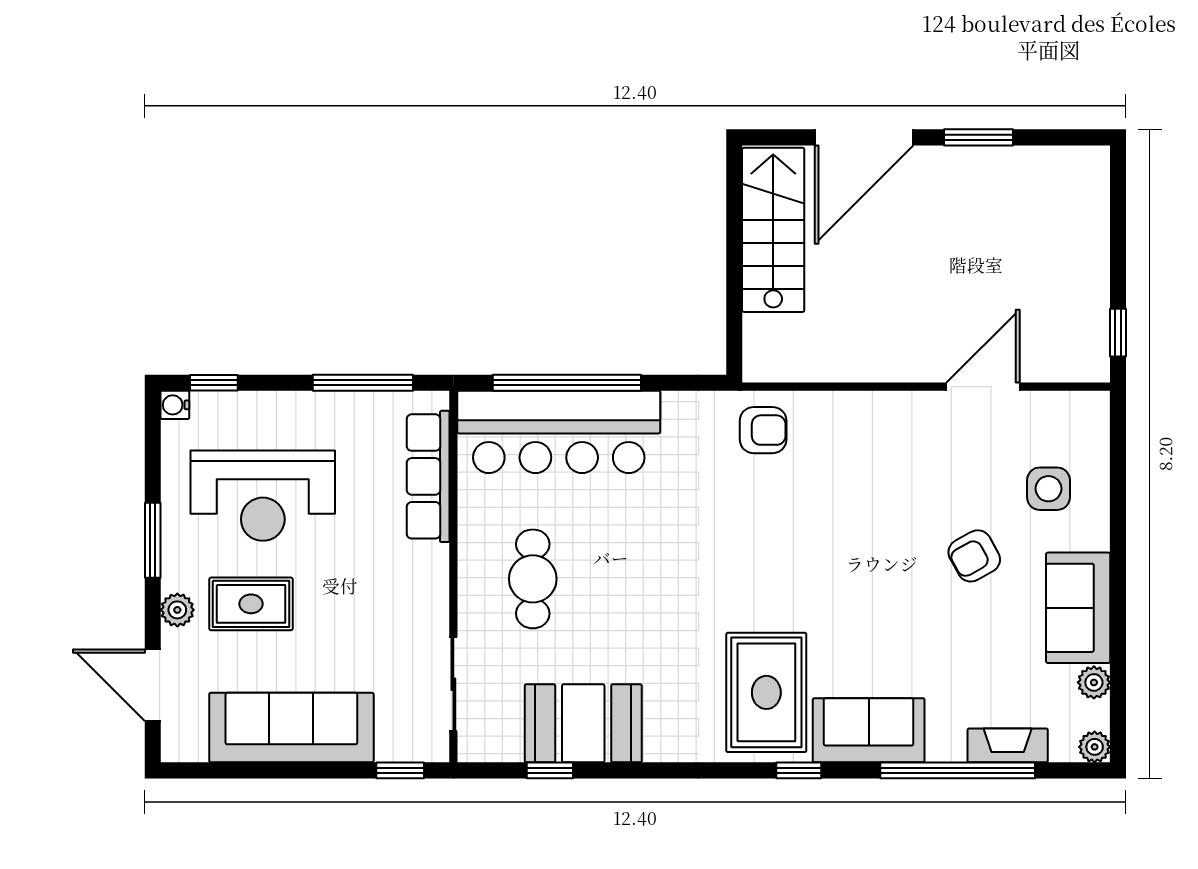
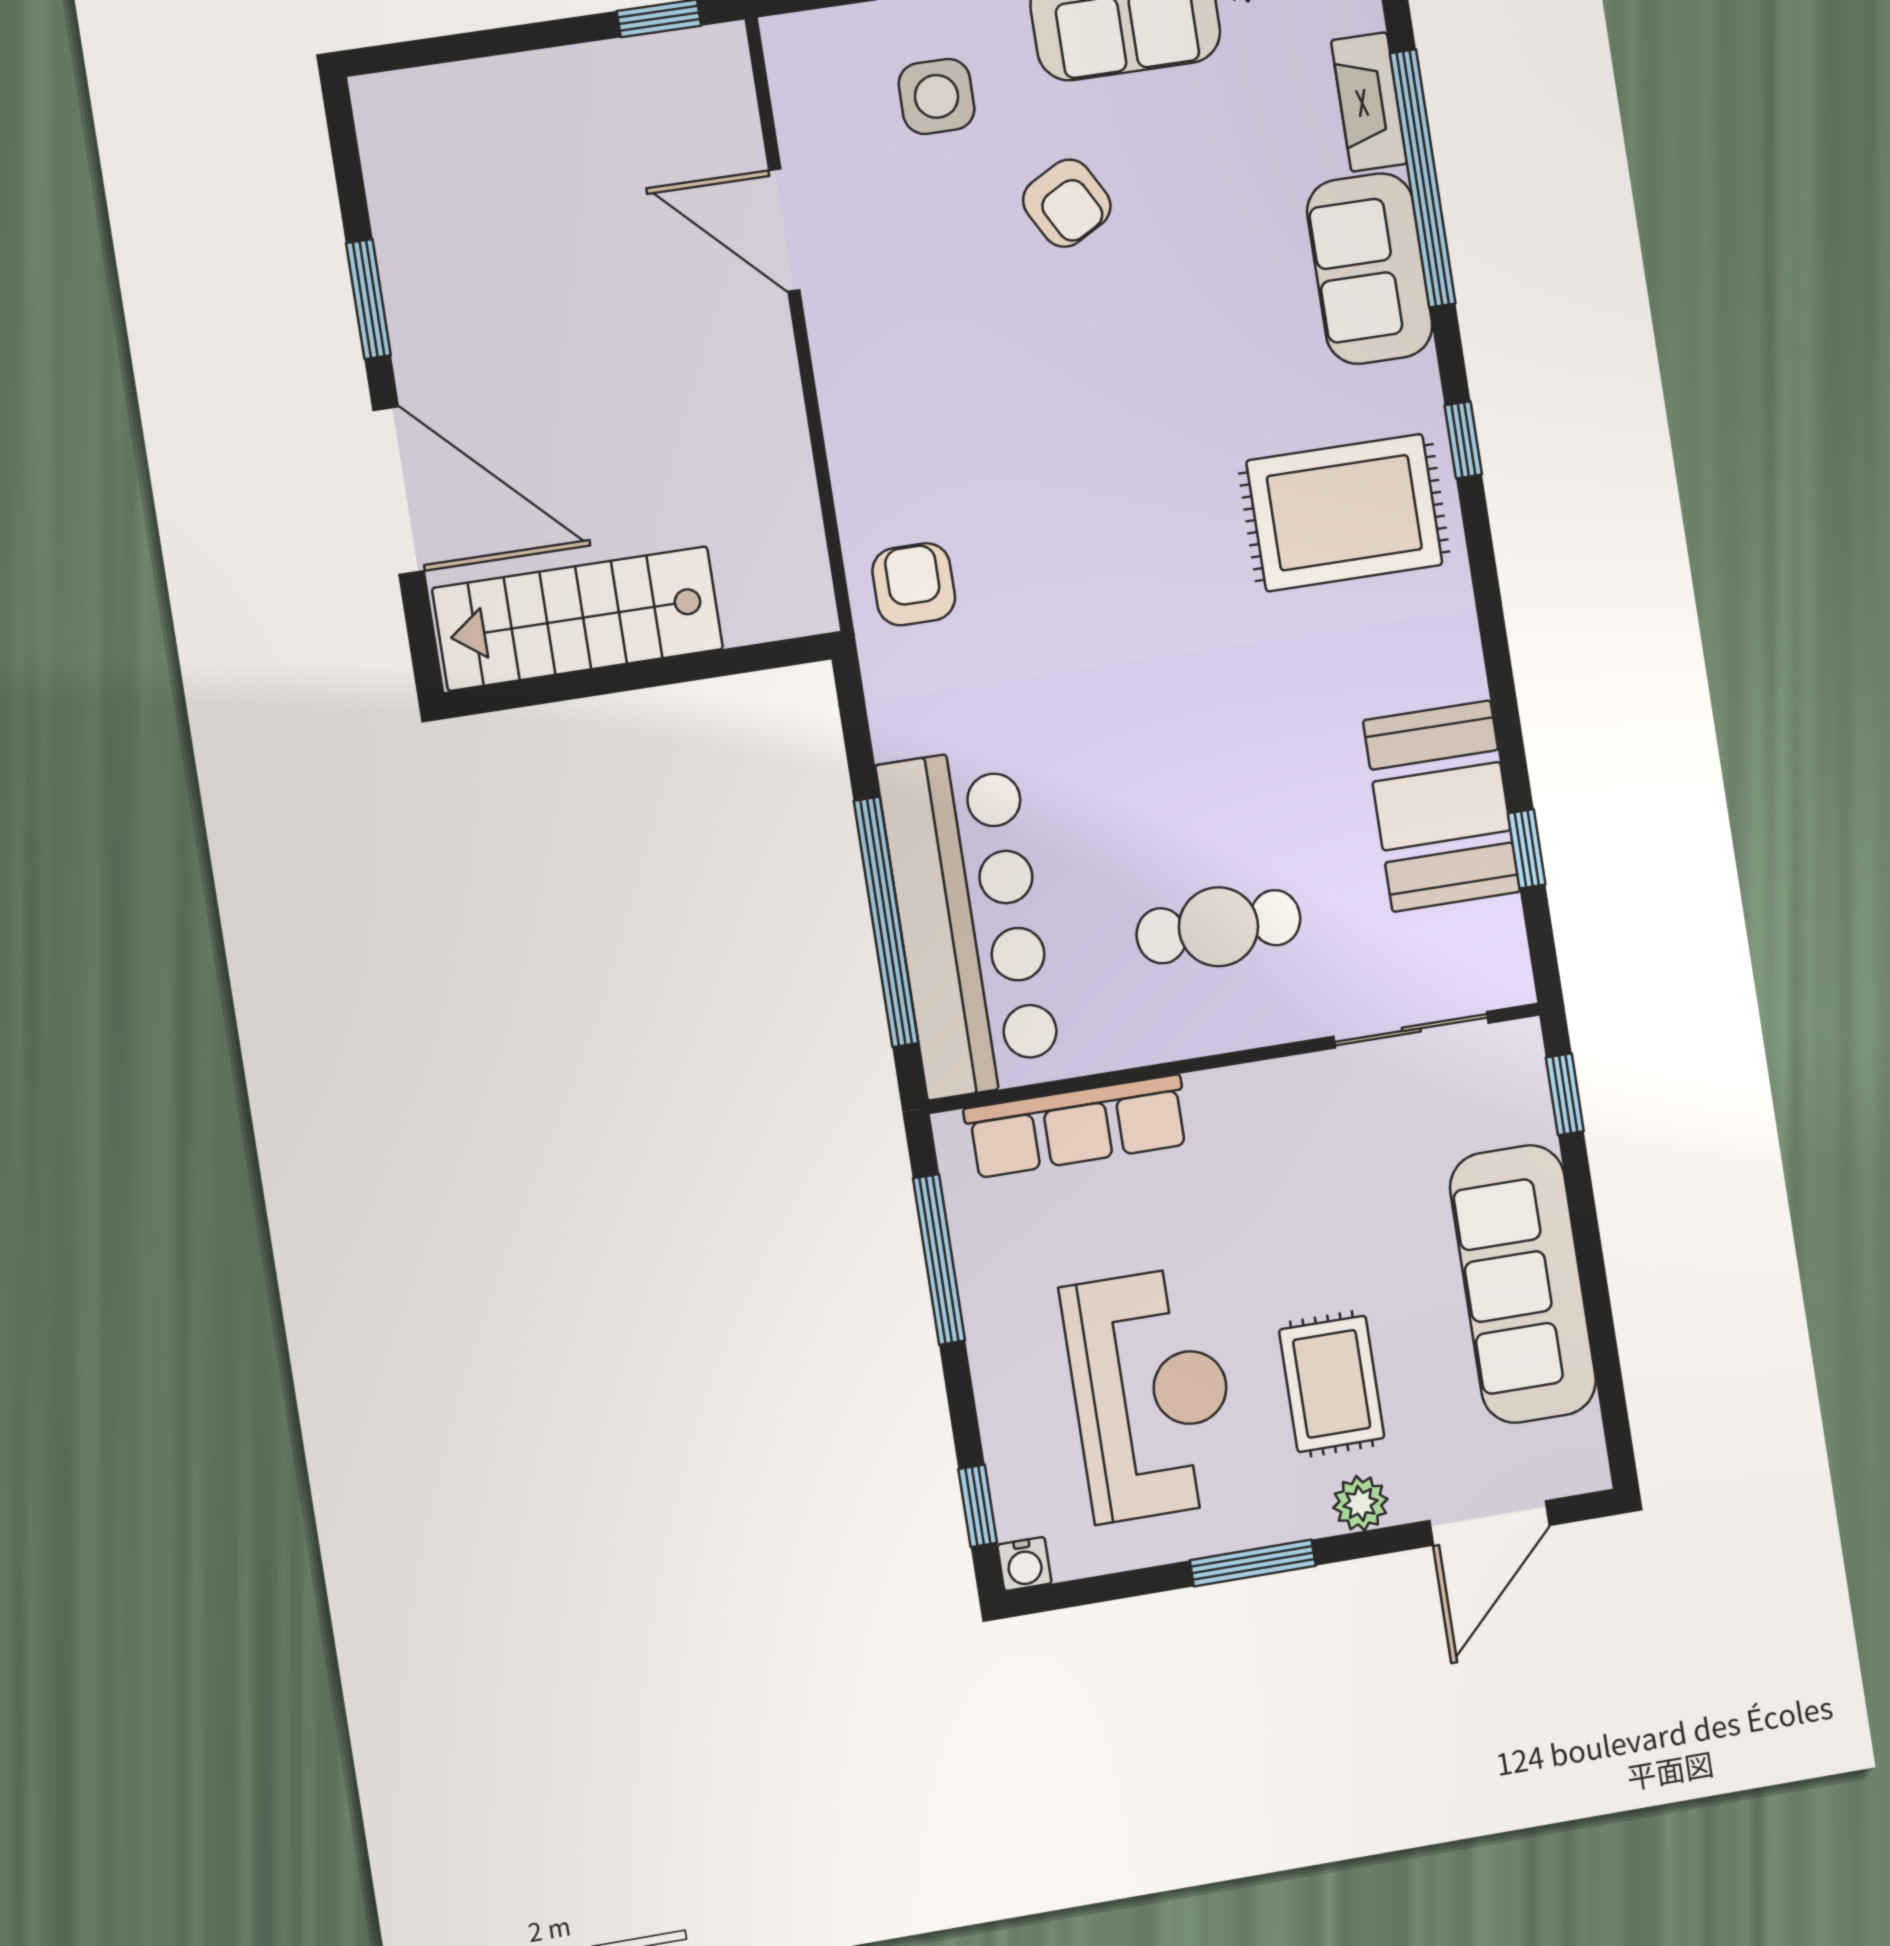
sofa: (869, 730) -> (1370, 269), moved

